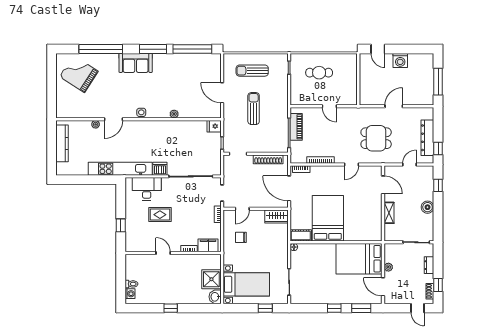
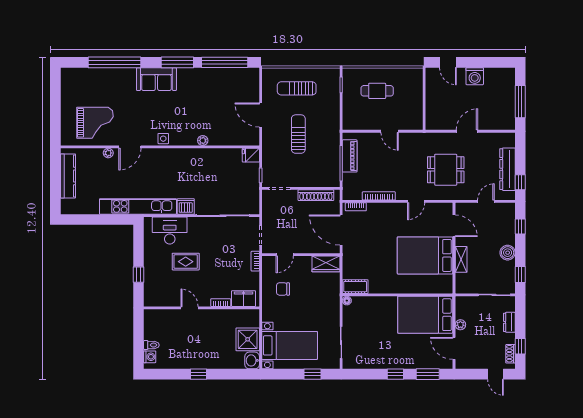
grand piano: (79, 74) -> (95, 123), moved, turned 147
bed: (328, 218) -> (425, 255), moved, turned -90
window: (438, 225) -> (520, 274), added

